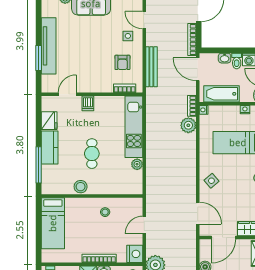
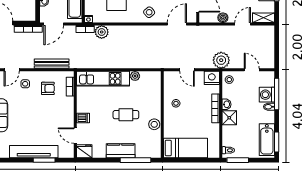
fridge: (49, 121) -> (84, 151), moved

